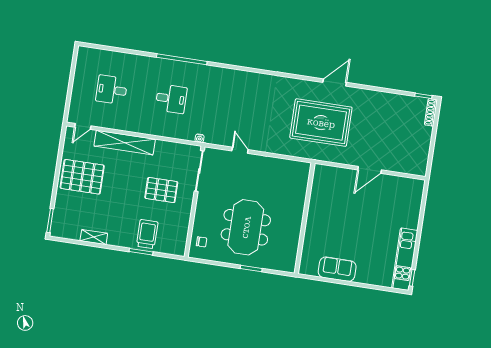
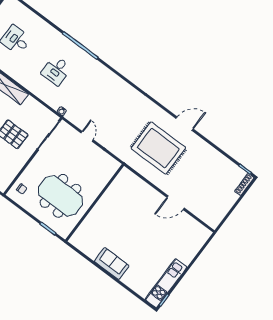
desk: (171, 99) -> (56, 70), turned 90
wall: (305, 218) -> (95, 203), moved
meeting table: (246, 227) -> (61, 196), turned 90

